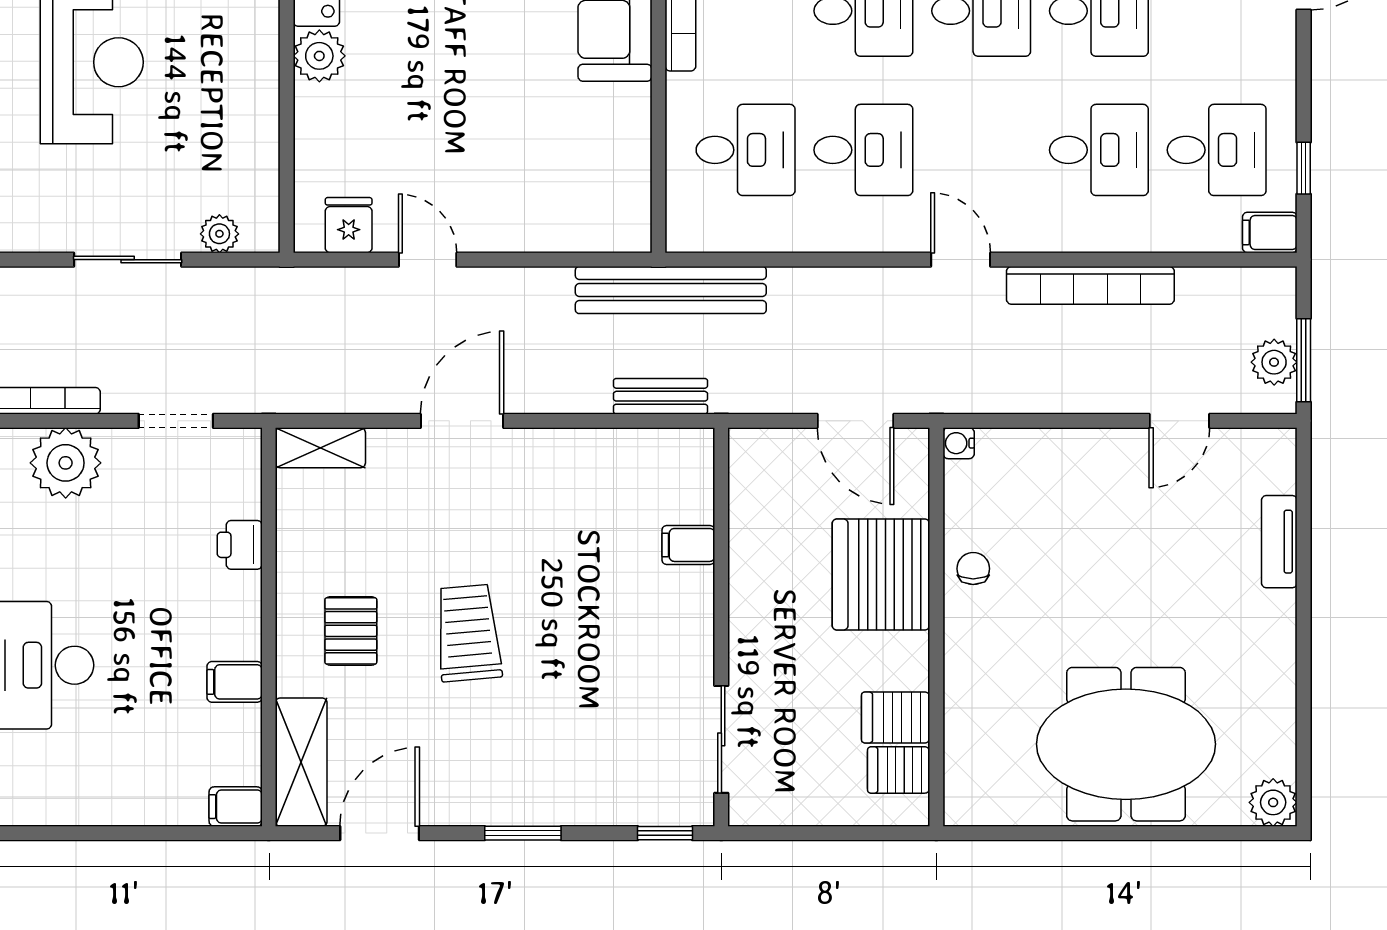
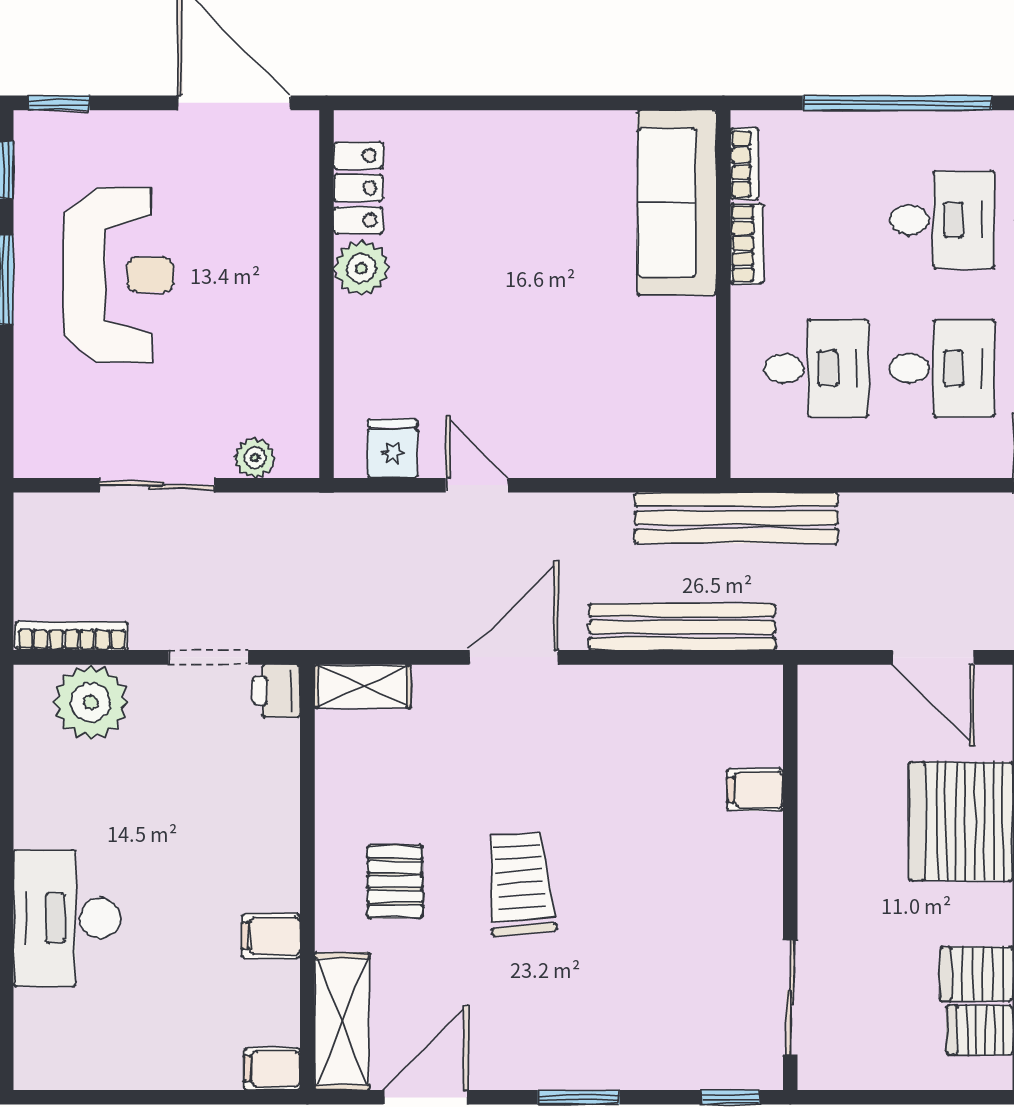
bench: (660, 396) -> (682, 627), width x1.86, depth x1.21
printer: (240, 545) -> (276, 691), moved

